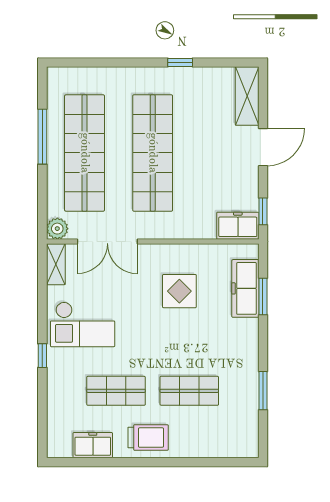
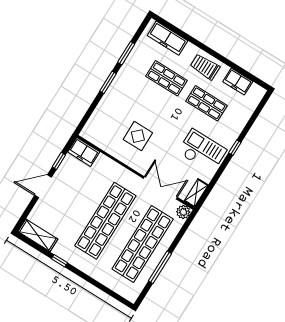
shelving: (247, 96) -> (38, 235), moved, turned 90
window: (263, 211) -> (59, 161), moved
freezer: (245, 288) -> (167, 38), moved, turned 90
window: (263, 297) -> (108, 82), moved

